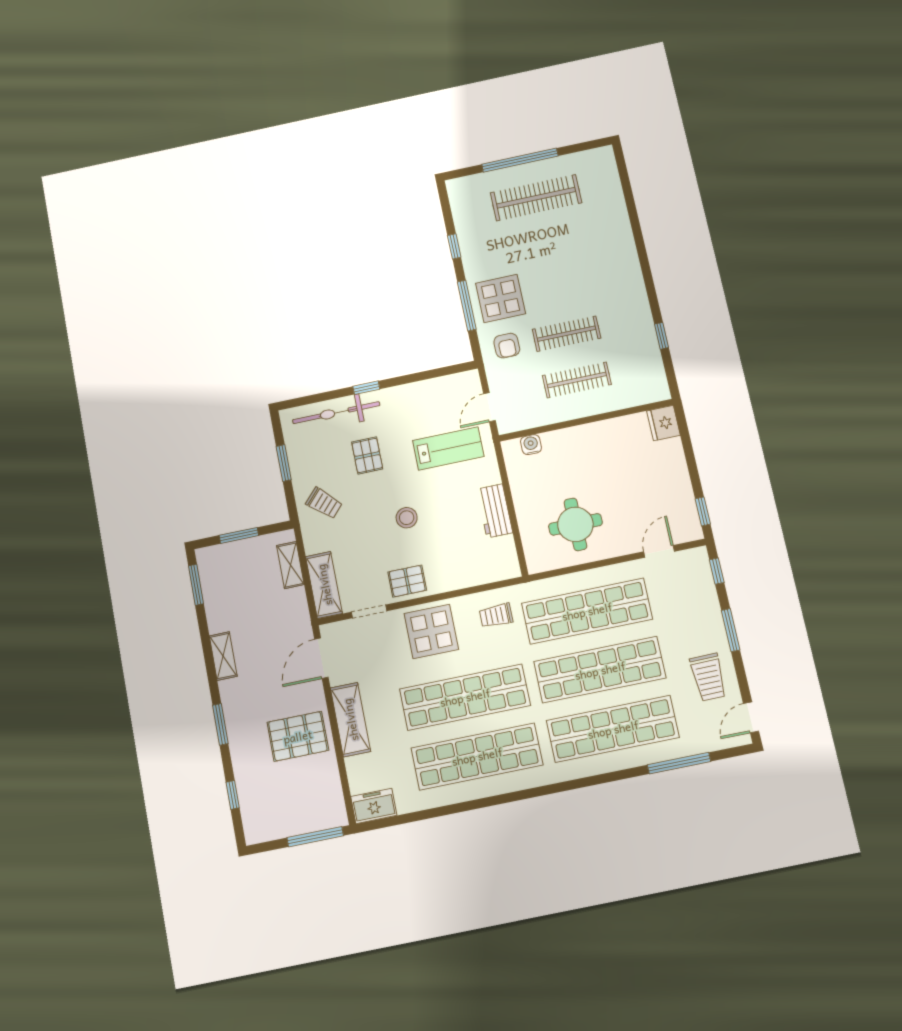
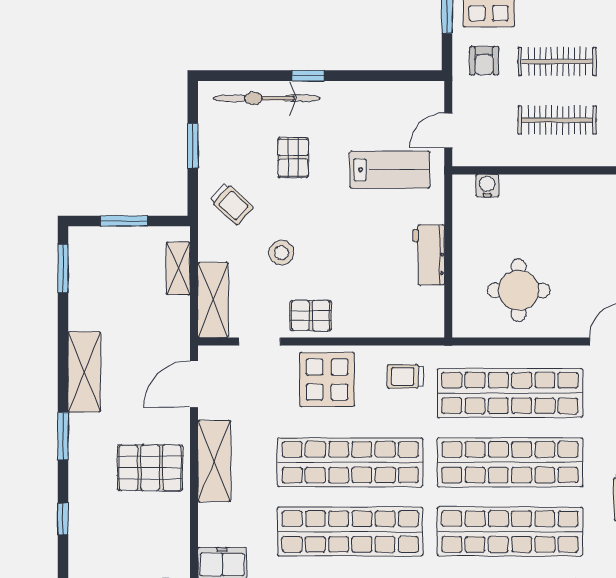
stool: (407, 518) -> (281, 253), moved
shelving: (223, 656) -> (84, 372), width x1.50, depth x1.33

